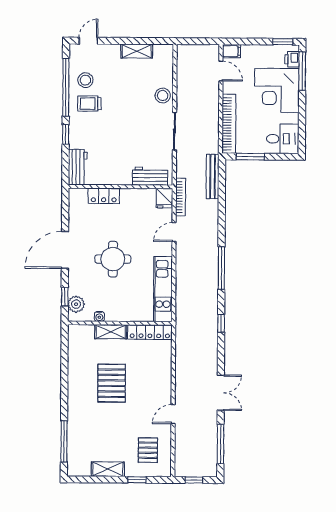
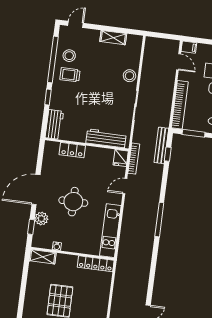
workbench: (150, 176) -> (106, 138), width x1.38
plant: (76, 304) -> (41, 219), moved
window: (221, 323) -> (168, 154), moved
shelving: (111, 332) -> (43, 257), moved

